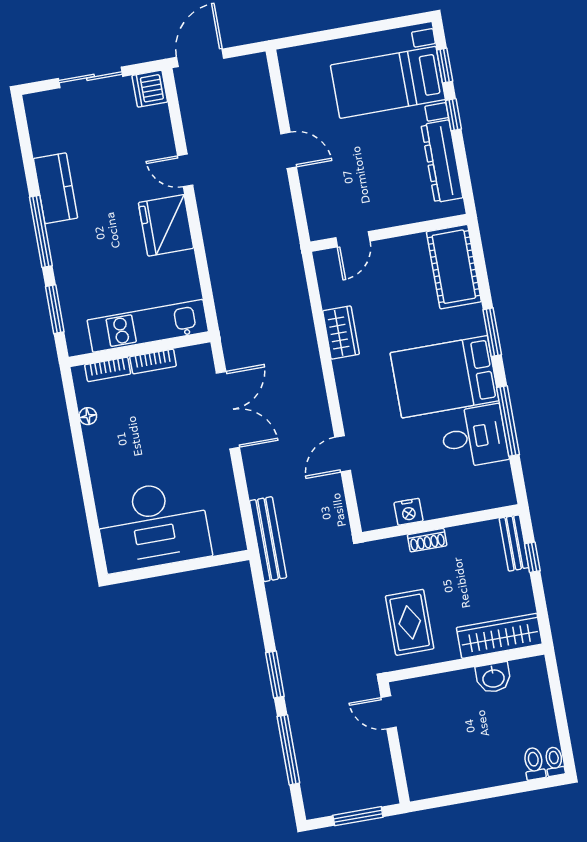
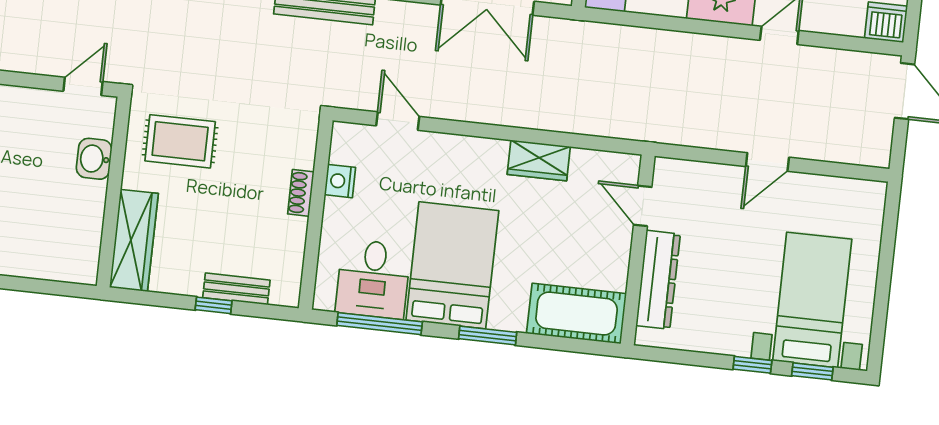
dresser: (442, 161) -> (658, 280), moved, turned 90
nightstand: (408, 512) -> (340, 181), moved
wall: (441, 523) -> (316, 214), moved
shoe rack: (427, 540) -> (301, 193), moved
washbasin: (493, 678) -> (94, 159), moved

